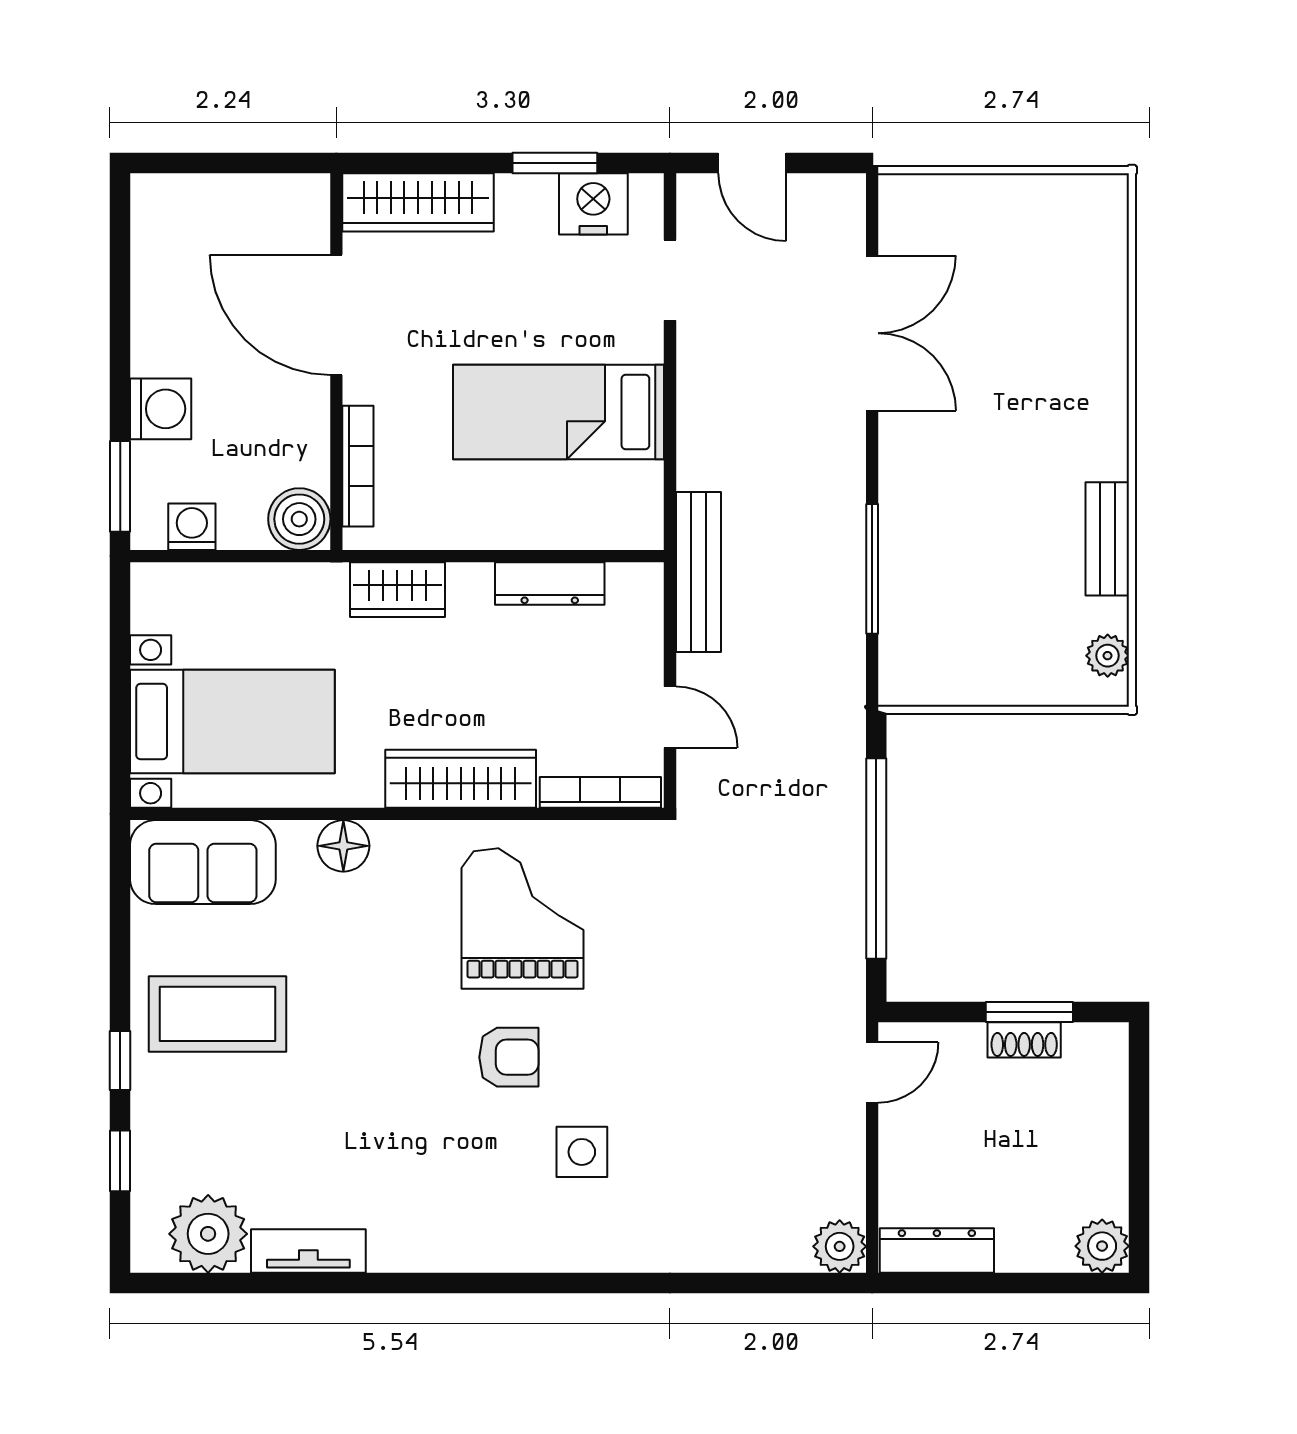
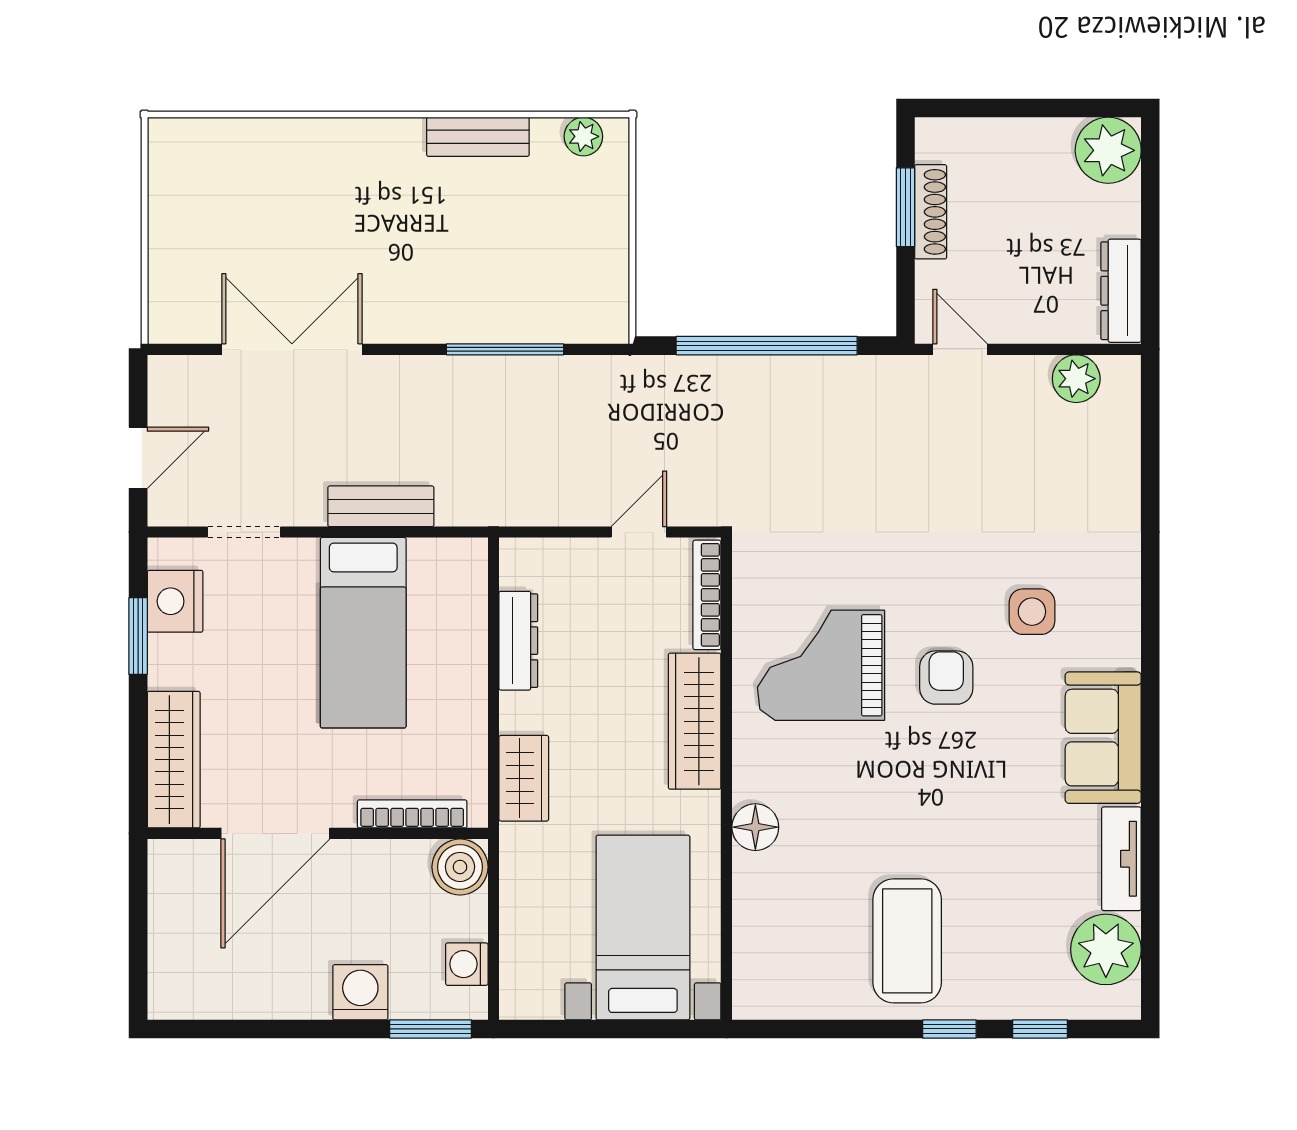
bench: (698, 572) -> (381, 506), moved, width x0.73
sofa: (203, 862) -> (1103, 738), moved, turned 180
shoe rack: (1024, 1040) -> (931, 212), width x1.43
plant: (840, 1246) -> (1076, 379), moved
plant: (1102, 1246) -> (1108, 150), width x1.36, depth x1.36

